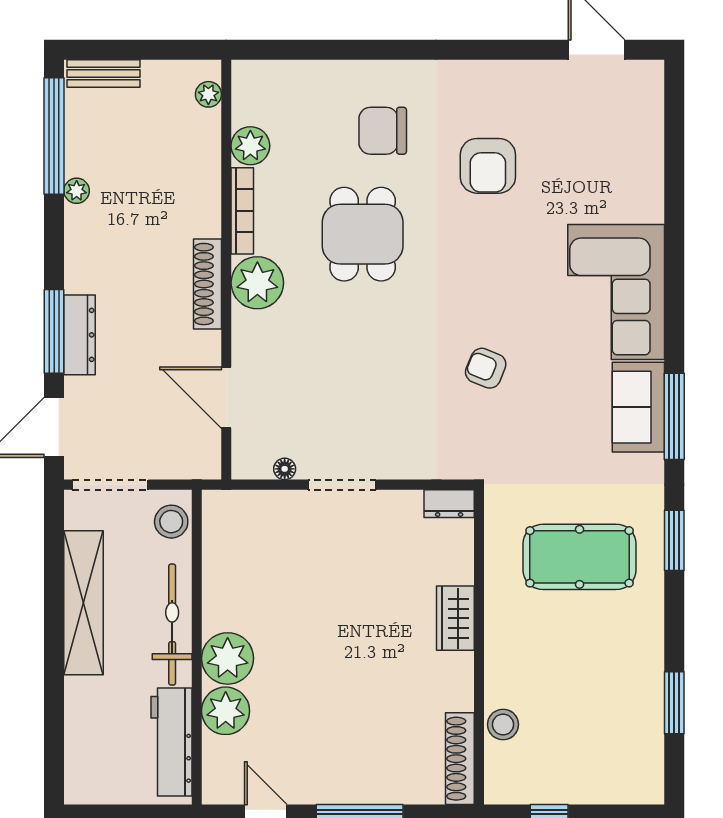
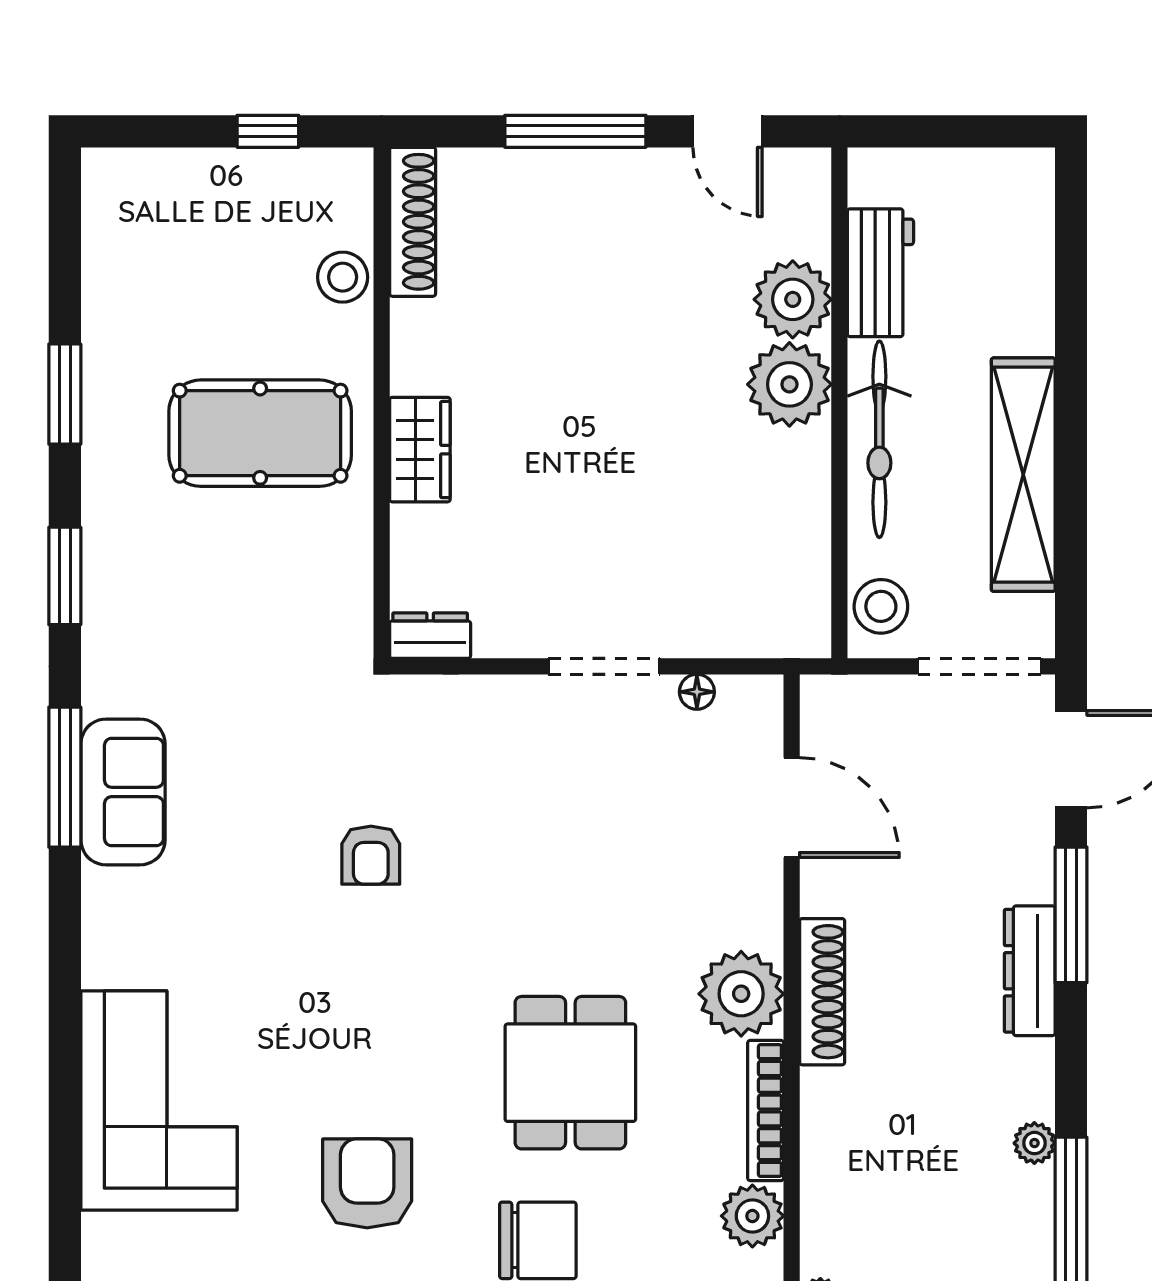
corner sofa: (616, 292) -> (159, 1100), moved
dresser: (79, 335) -> (1030, 971), moved
armchair: (486, 368) -> (371, 855), turned 68
pool table: (580, 557) -> (260, 433), moved
window: (674, 703) -> (65, 394), moved
workbench: (171, 742) -> (880, 273), width x0.73

